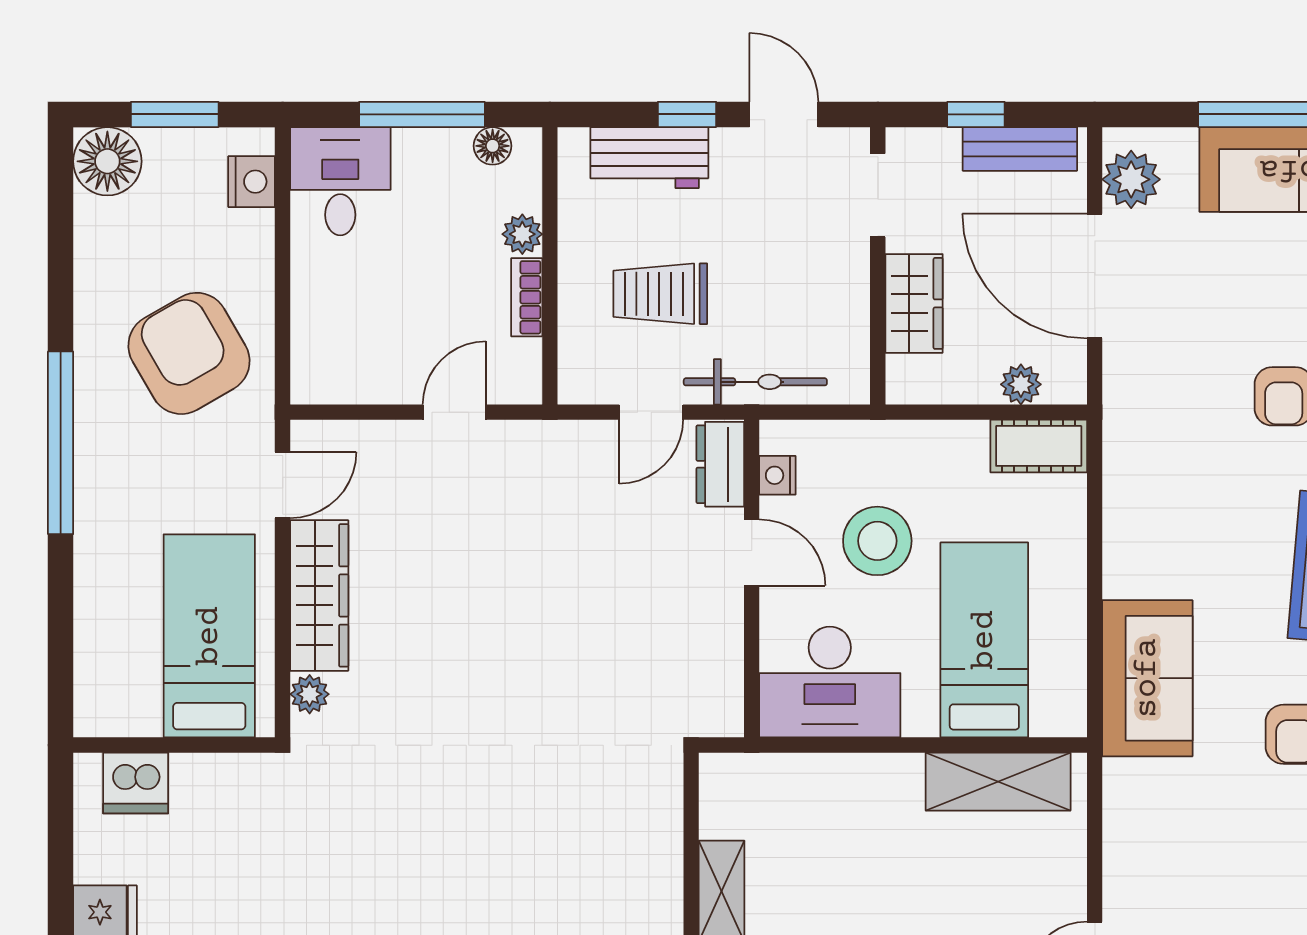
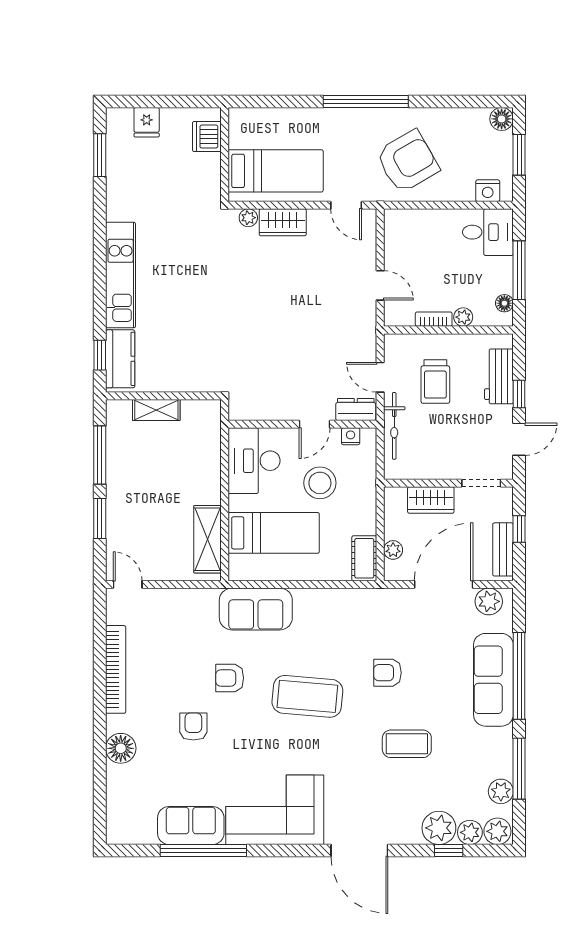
floor lamp: (107, 161) -> (502, 119), width x0.73, depth x0.73
trolley: (660, 294) -> (435, 382), turned 180
wardrobe: (319, 595) -> (283, 222), width x0.67

